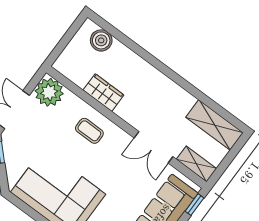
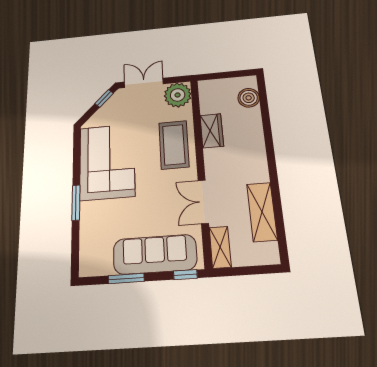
shelving: (214, 125) -> (262, 212), moved
coffee table: (89, 131) -> (174, 145), width x1.86, depth x1.72

